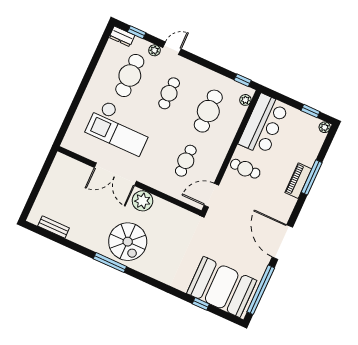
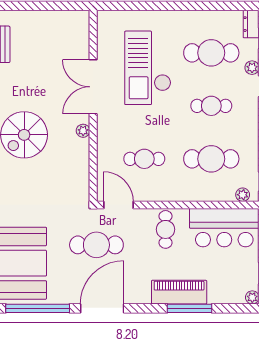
piano: (298, 181) -> (179, 292), width x1.37, depth x1.33
plant: (142, 201) -> (83, 131), width x0.53, depth x0.53
cafe table: (233, 225) -> (96, 245), added

